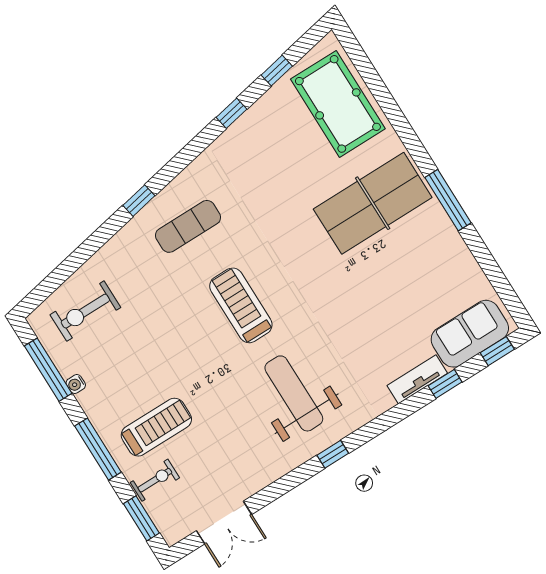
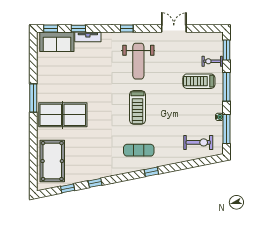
window: (333, 454) -> (127, 29), moved
double door: (224, 523) -> (174, 29), moved

